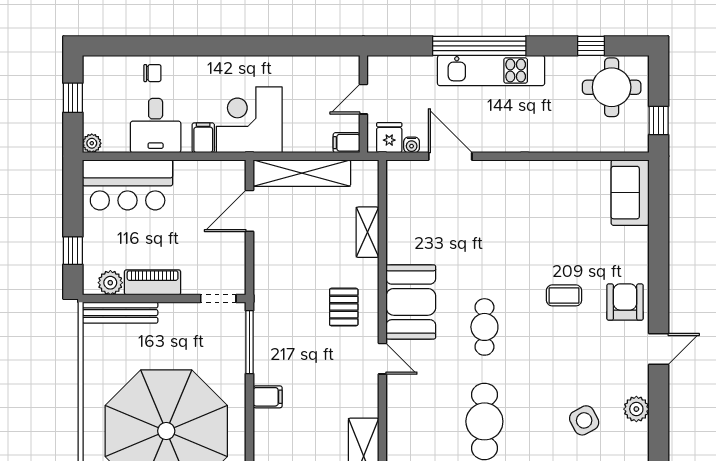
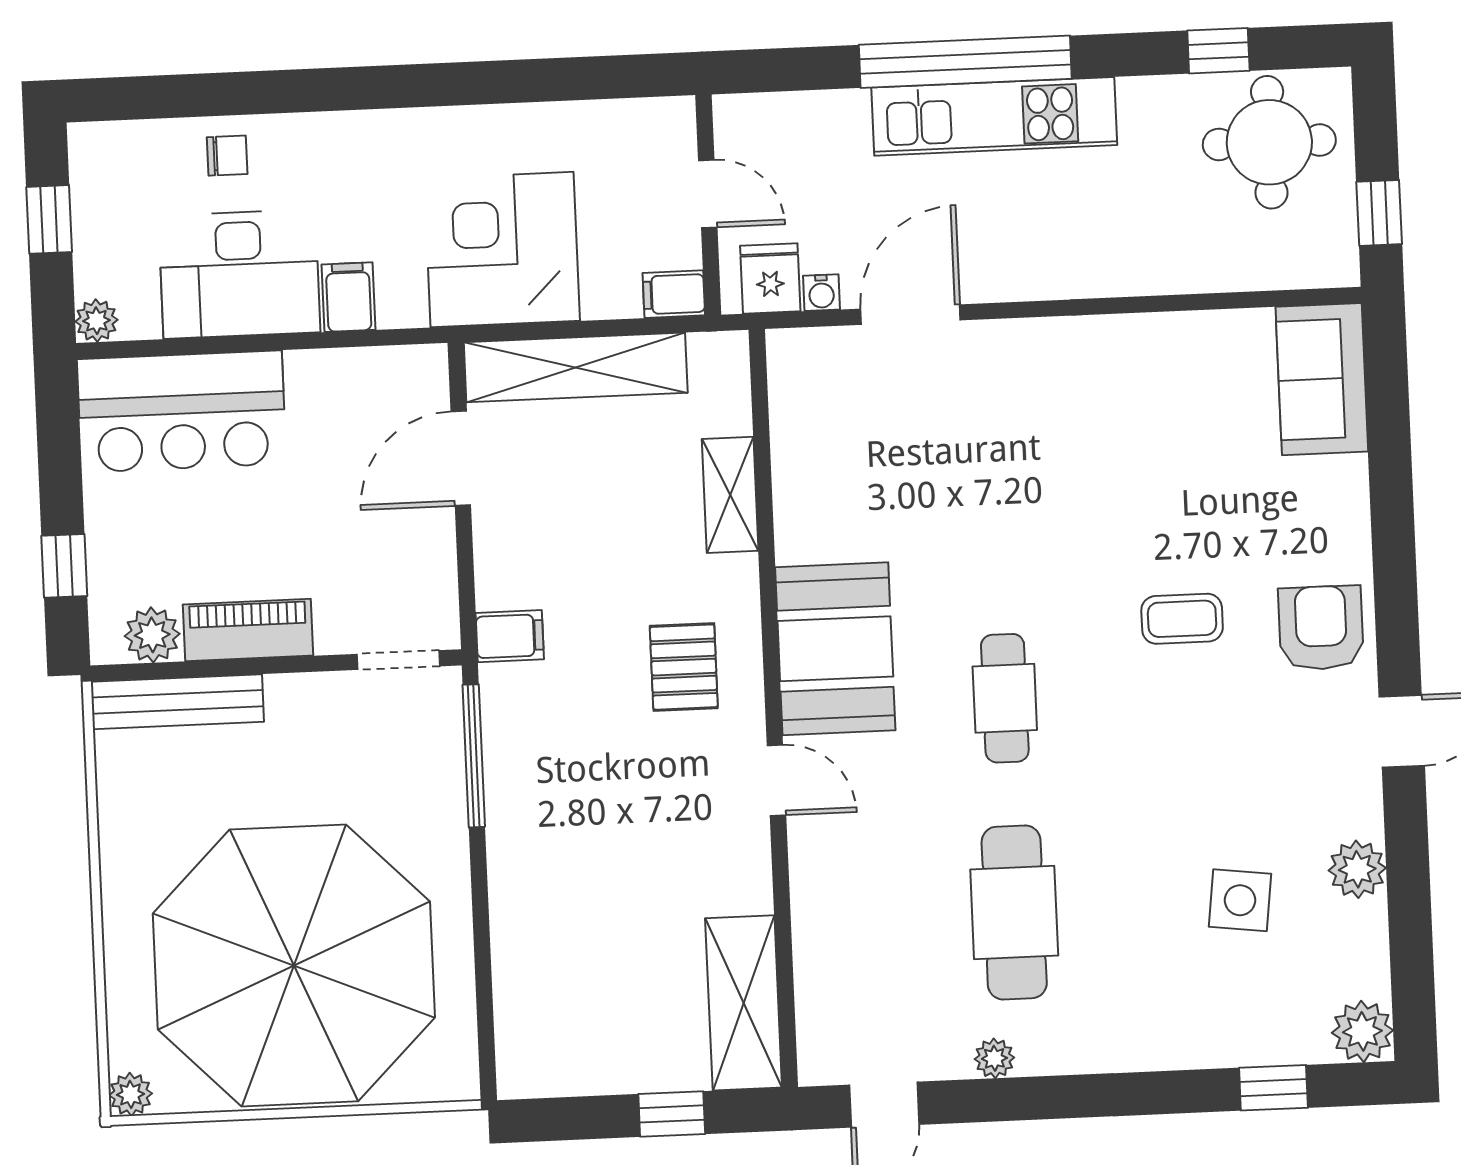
door: (363, 99) -> (708, 194), swing flipped
corner desk: (249, 120) -> (502, 250), moved
desk: (156, 126) -> (239, 274), width x1.37
door: (450, 156) -> (910, 315), hinge flipped
filing cabinet: (268, 397) -> (510, 636), moved
side table: (584, 420) -> (1240, 900), turned 35

